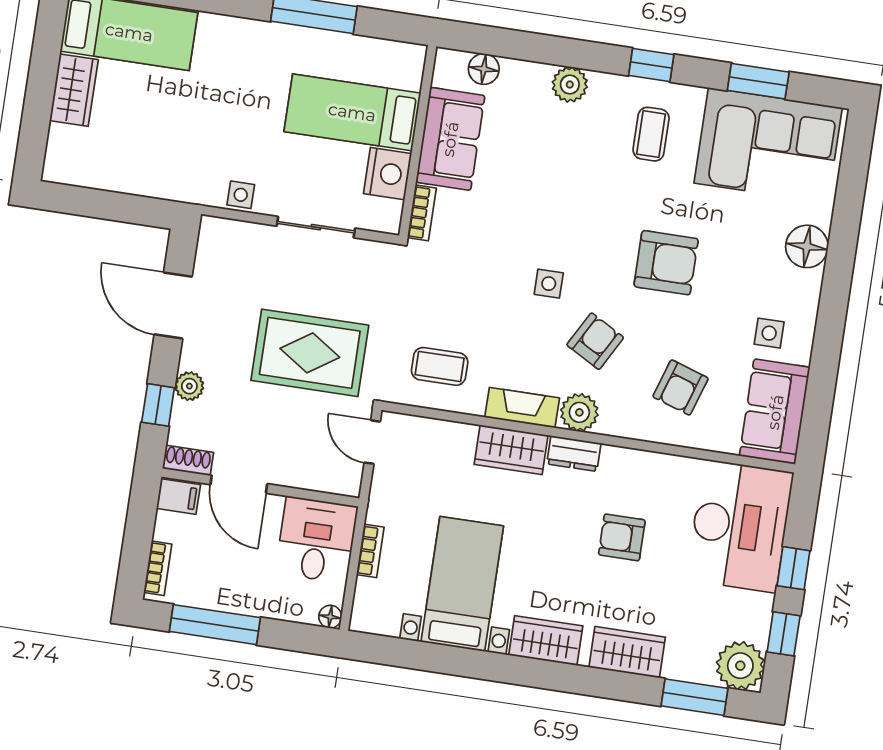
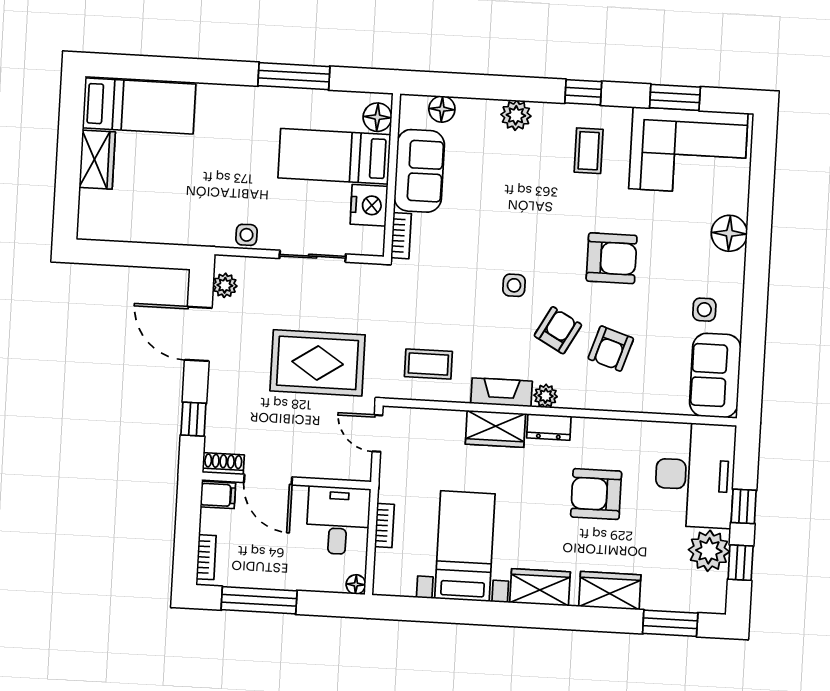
floor lamp: (407, 71) -> (377, 117), added
plant: (189, 386) -> (225, 285), moved
armchair: (680, 387) -> (611, 349), moved
plant: (579, 412) -> (546, 396), width x0.73, depth x0.73
armchair: (622, 537) -> (596, 494), width x1.38, depth x1.38
plant: (740, 666) -> (709, 551), moved

